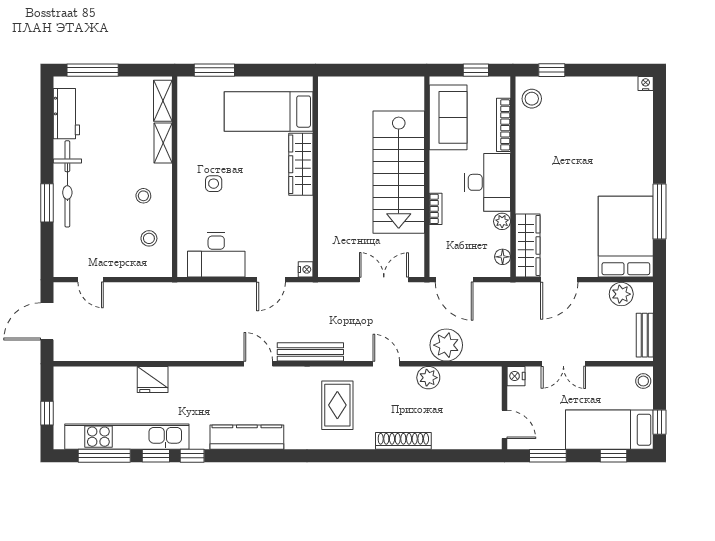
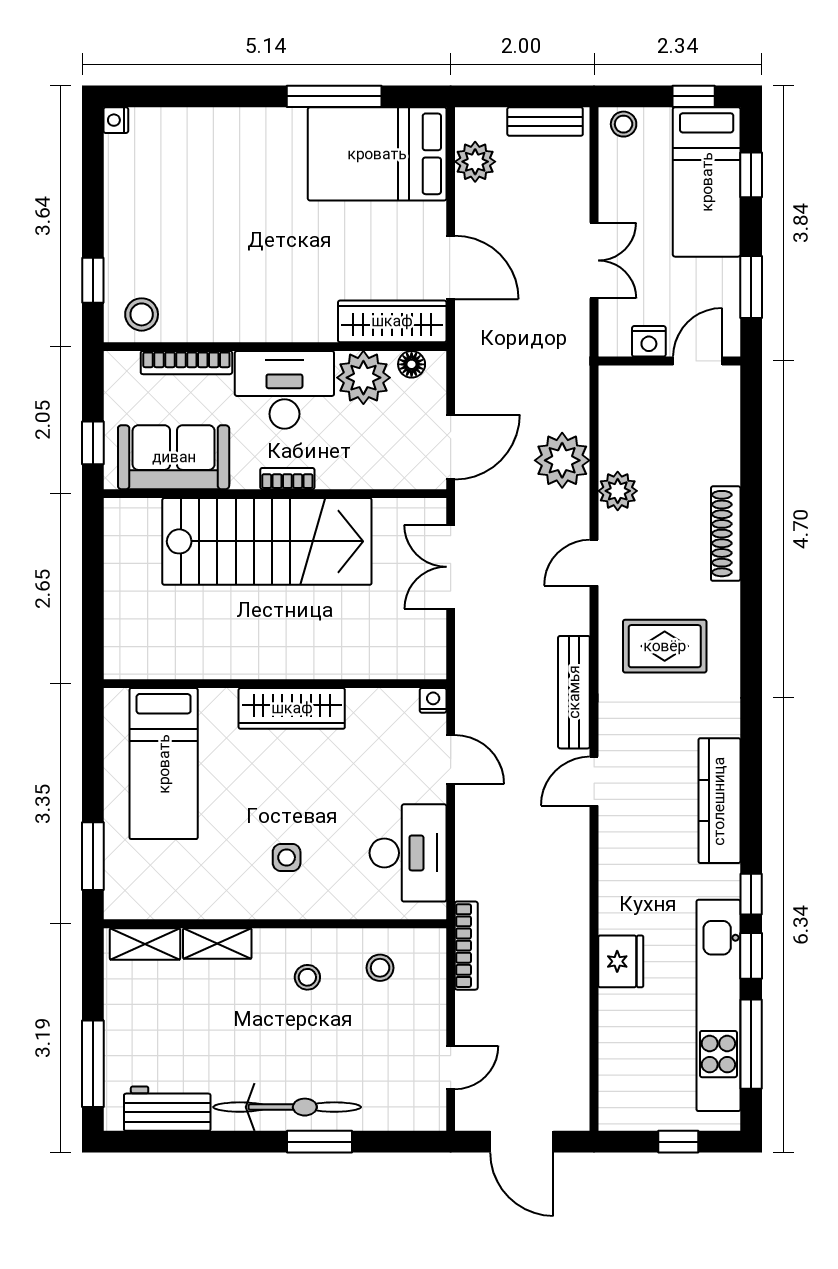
window: (476, 70) -> (93, 443), moved
wardrobe: (301, 164) -> (292, 708), moved
bookcase: (436, 209) -> (287, 479), moved
plant: (502, 221) -> (363, 378), width x1.88, depth x1.88
bookcase: (162, 289) -> (466, 946), added
nightstand: (516, 376) -> (649, 341), moved

